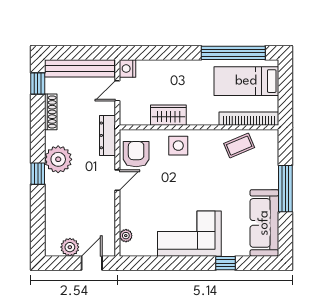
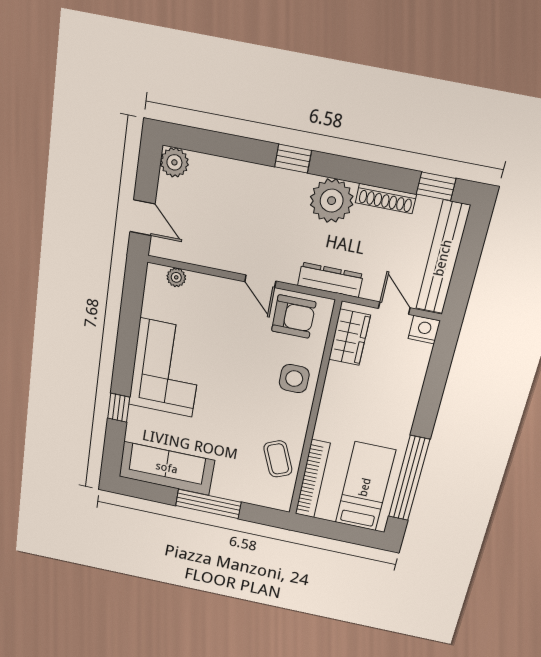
wardrobe: (168, 115) -> (349, 337), moved
plant: (58, 159) -> (332, 201), moved
plant: (70, 247) -> (174, 162), moved

